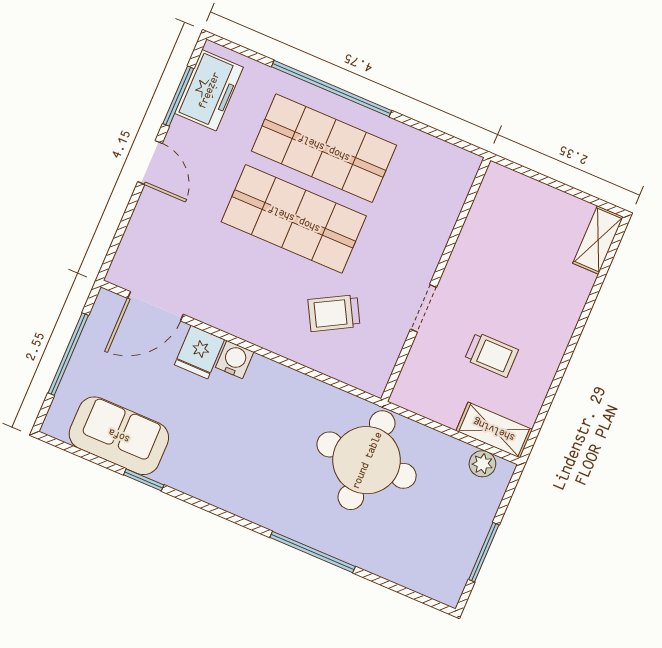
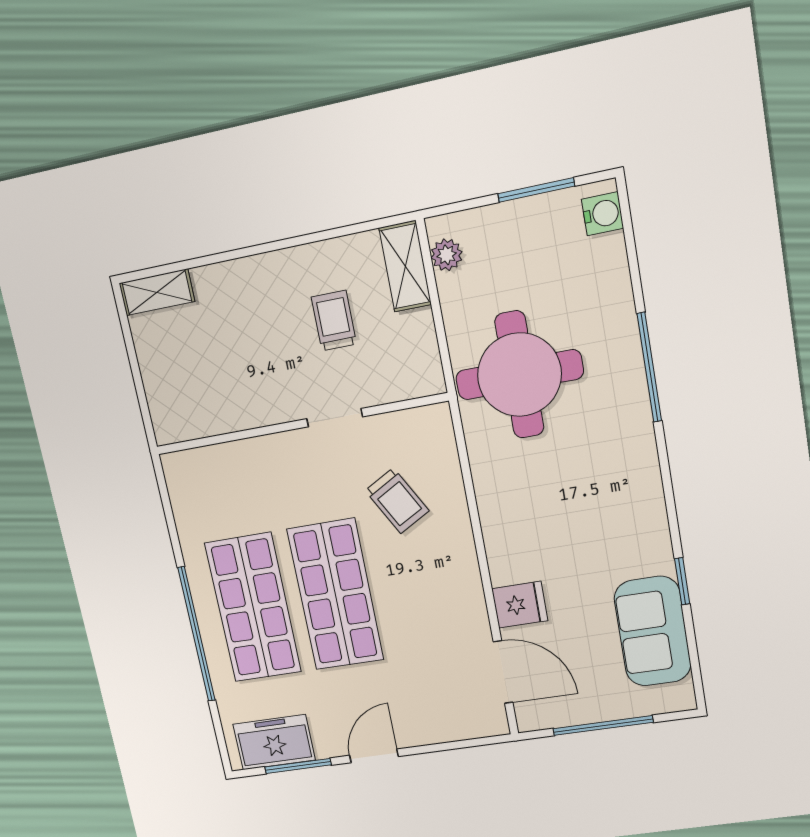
water cooler: (235, 360) -> (603, 214), moved, turned 180

